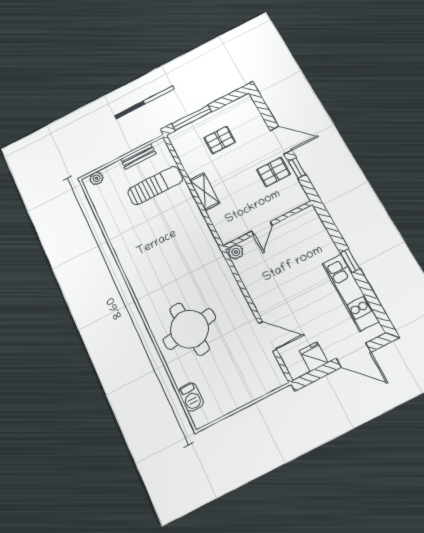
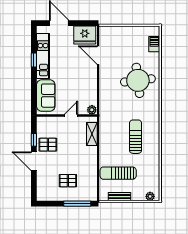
shelving: (204, 192) -> (92, 134), moved
sofa: (314, 237) -> (46, 96), added
sun lounger: (154, 247) -> (136, 137), added
window: (350, 261) -> (34, 60), moved
fridge: (314, 357) -> (85, 35), width x1.88, depth x1.34

